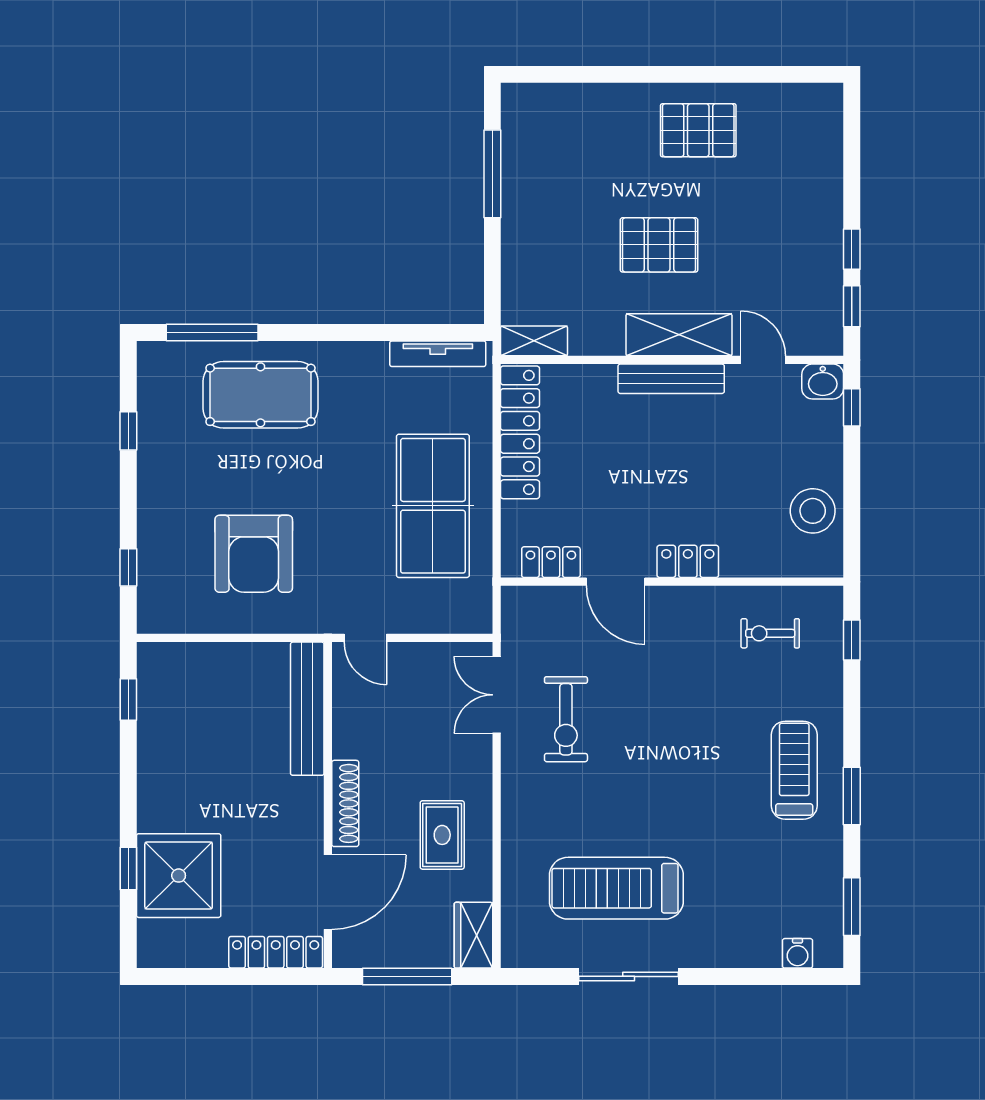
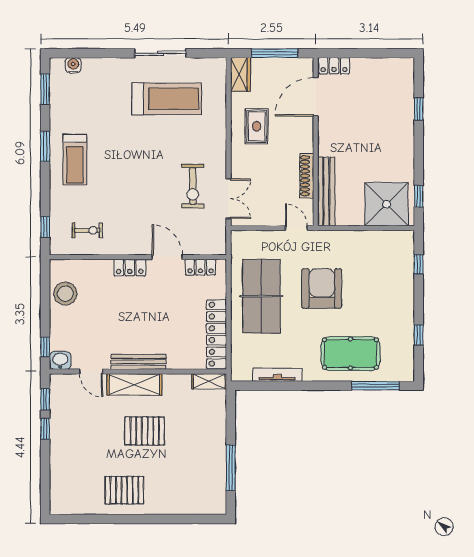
tv unit: (438, 354) -> (277, 375), moved
armchair: (254, 554) -> (322, 288), moved
exercise bike: (566, 719) -> (193, 186), turned 180
shoe rack: (345, 803) -> (307, 176), moved
shower: (179, 876) -> (387, 204), moved
locker: (276, 952) -> (334, 66), width x0.66

